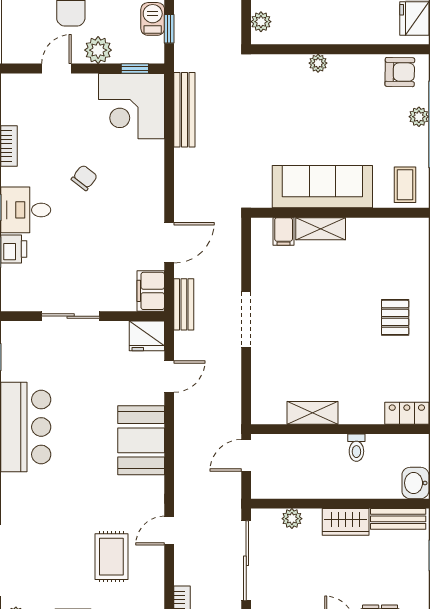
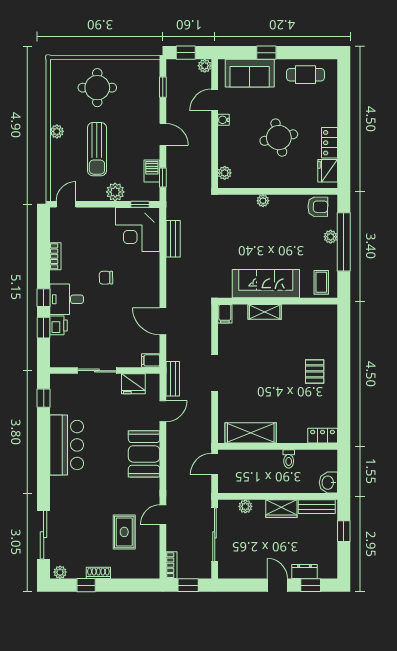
door: (57, 68) -> (66, 204), moved
bench: (184, 110) -> (173, 239), width x0.73
chair: (84, 178) -> (106, 278), turned -129
filing cabinet: (284, 231) -> (225, 314), moved
door: (169, 243) -> (163, 321), swing flipped
filing cabinet: (151, 291) -> (151, 360), width x0.50
bench: (184, 304) -> (173, 379), moved
fridge: (147, 336) -> (133, 384), moved
shelving: (313, 413) -> (251, 433), width x1.50, depth x1.33

